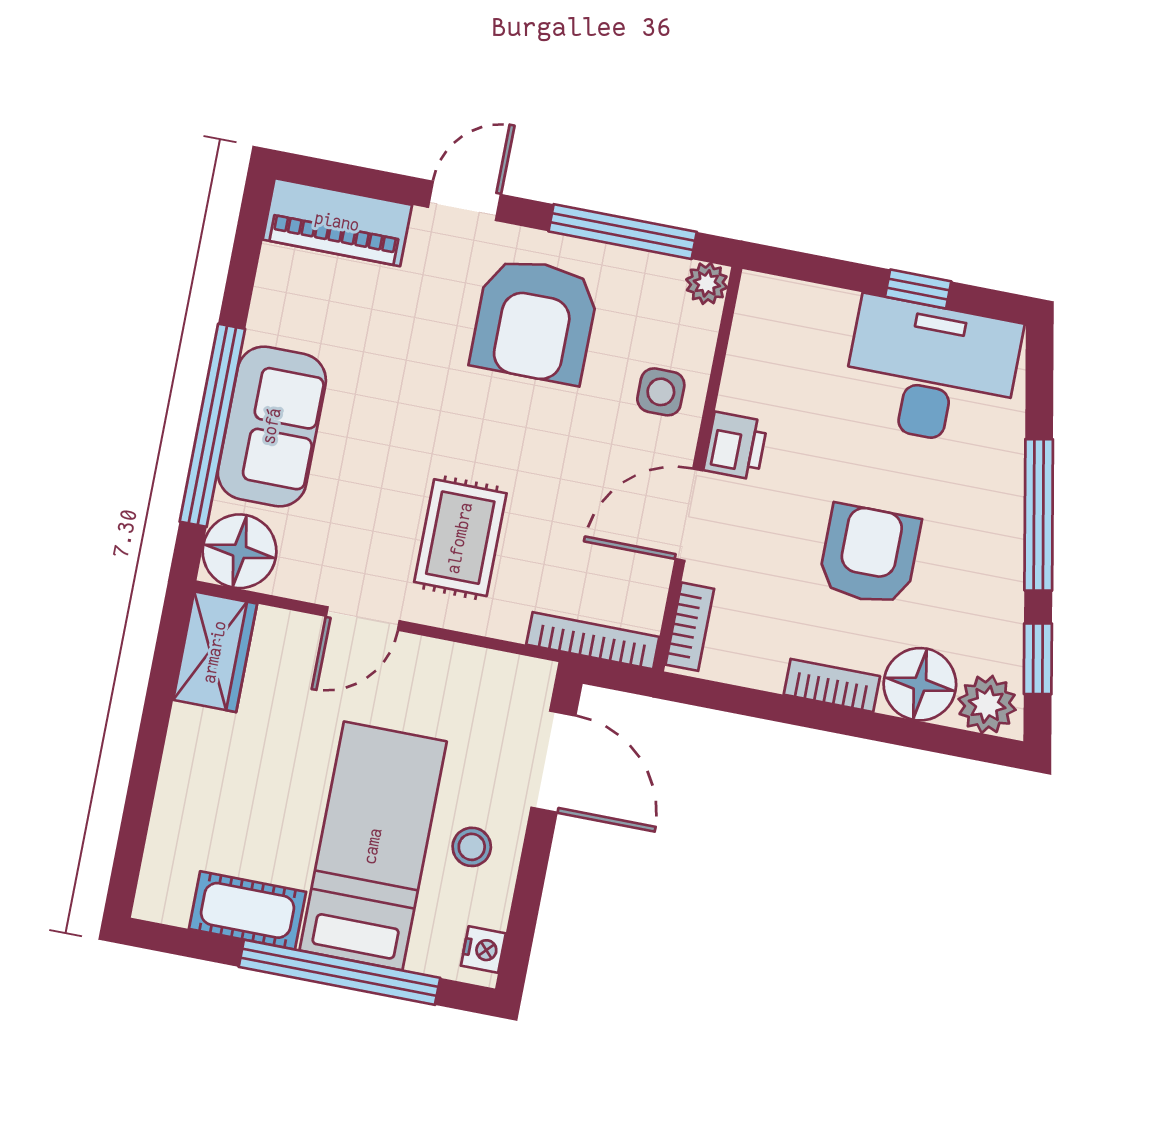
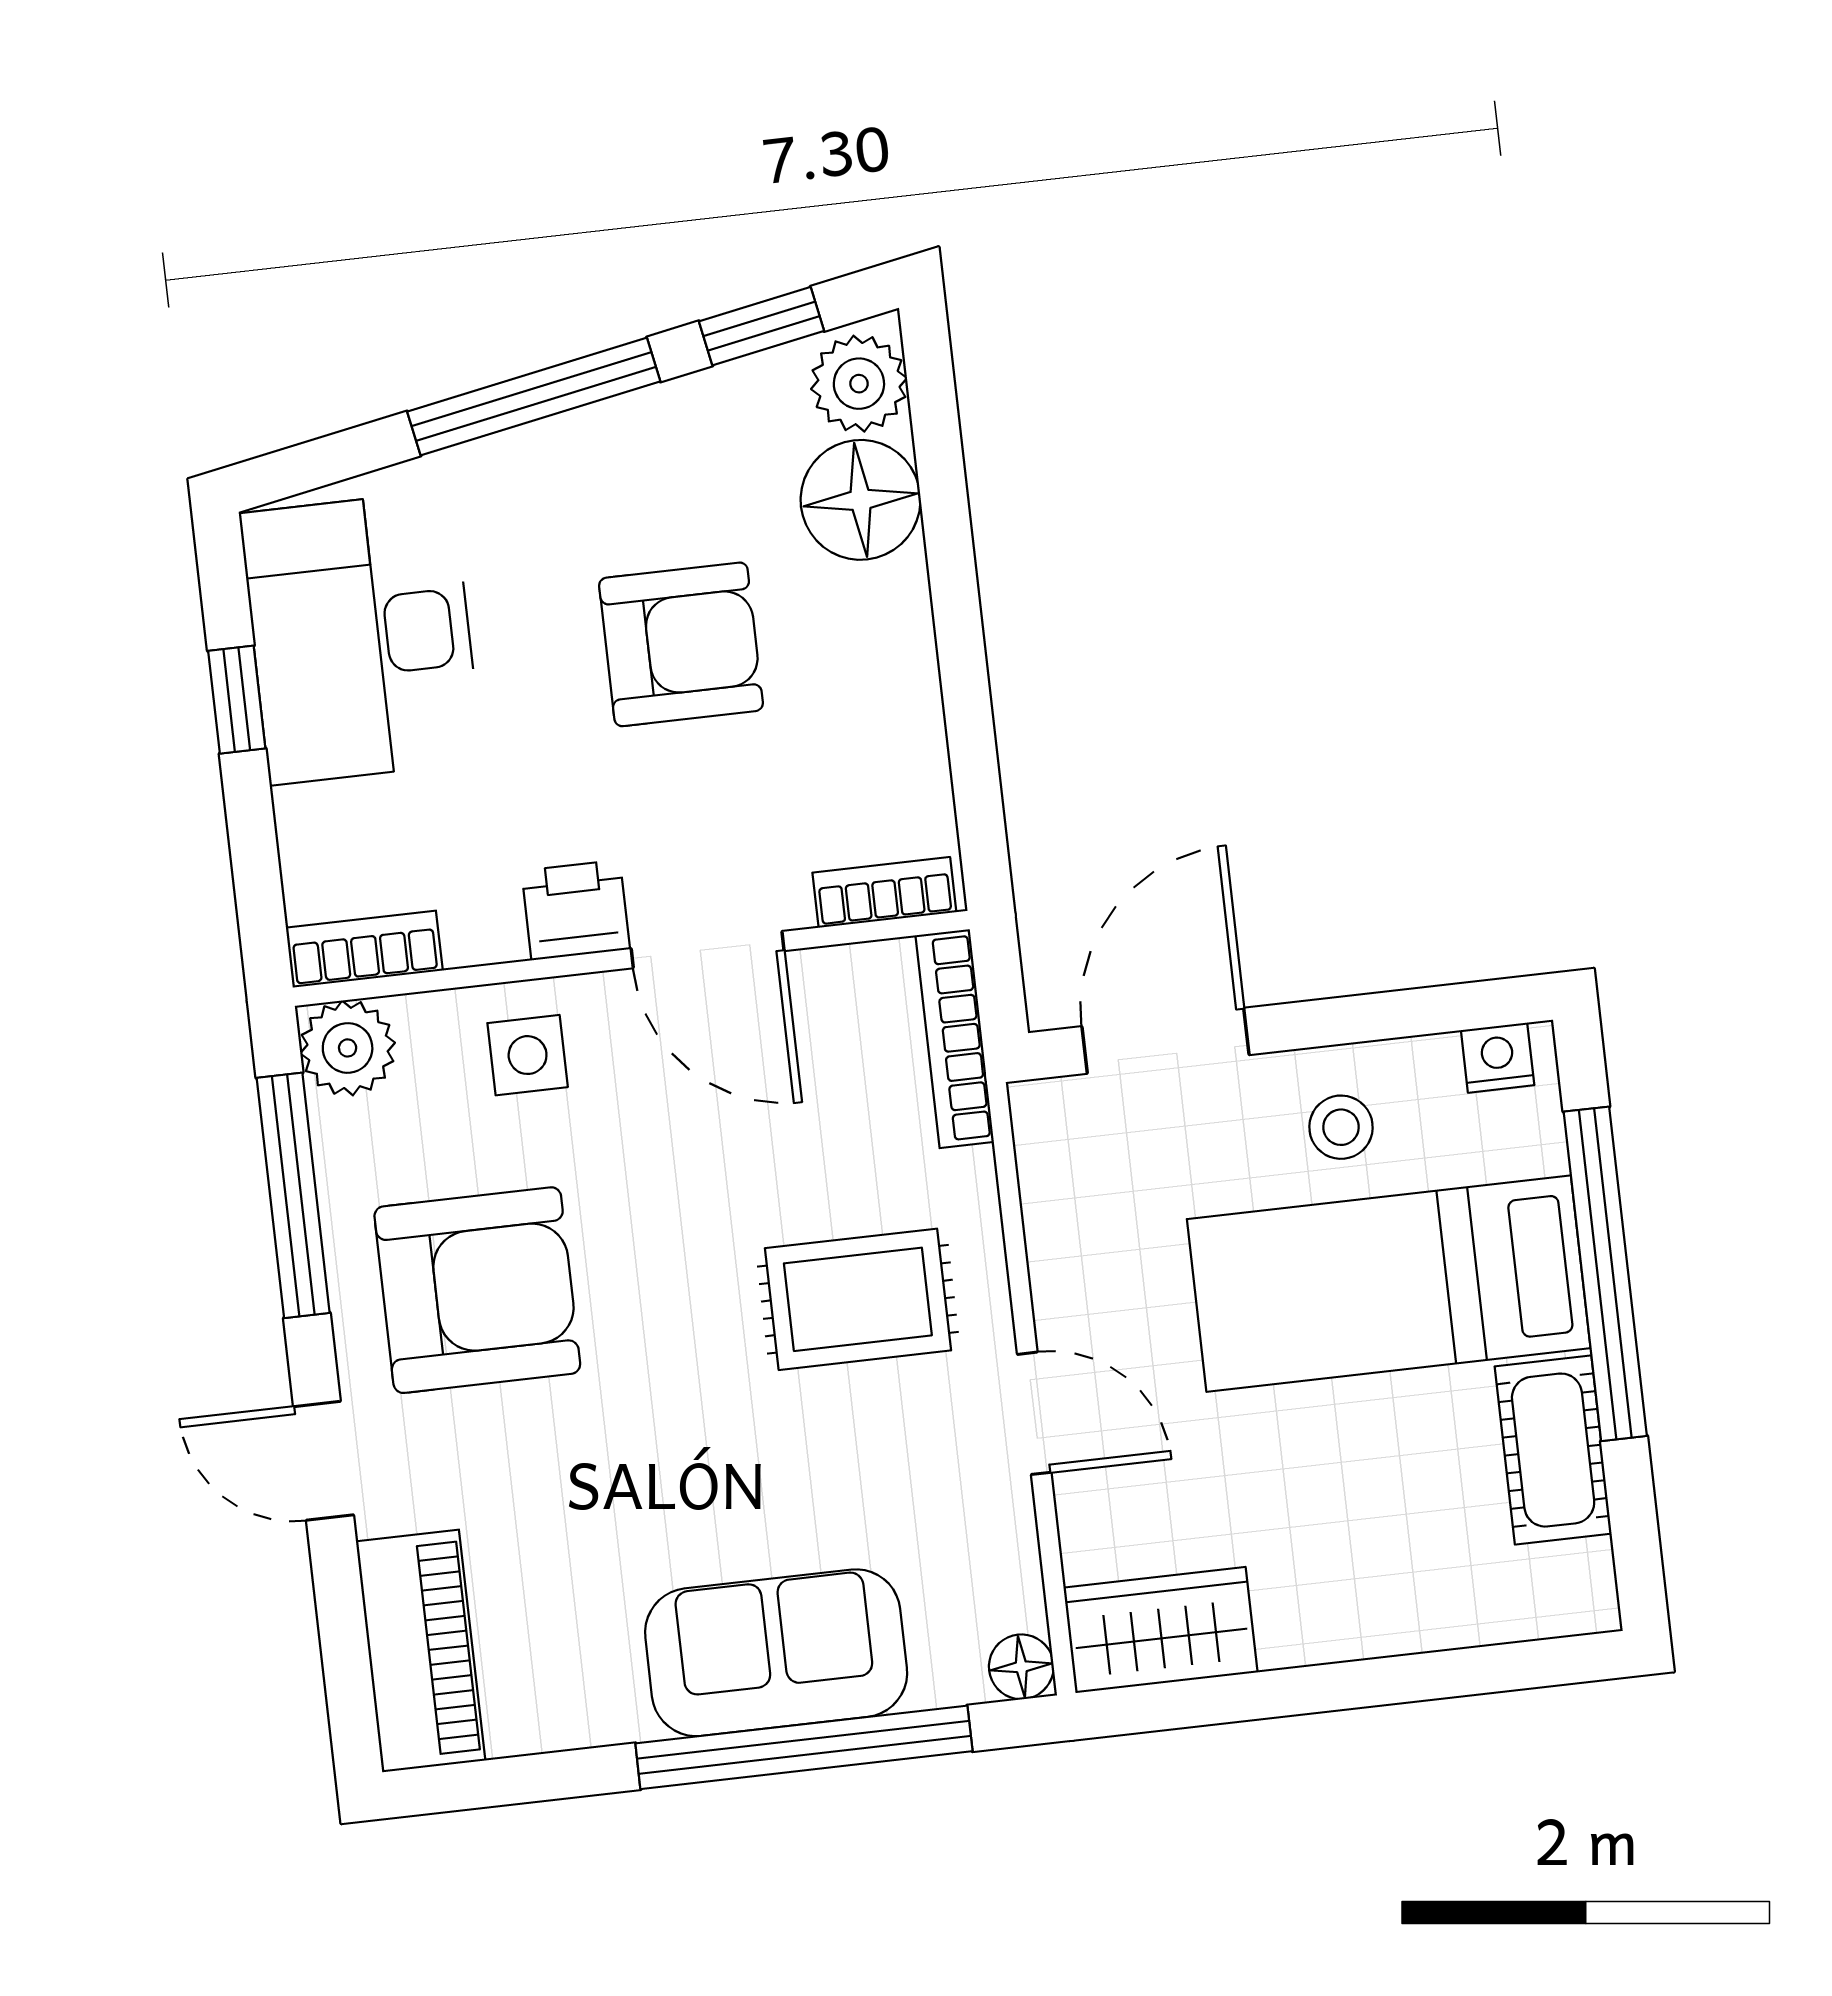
plant: (707, 283) -> (348, 1048), width x1.38, depth x1.38
floor lamp: (240, 551) -> (1021, 1667), width x0.53, depth x0.53
armchair: (869, 555) -> (681, 644), turned 180
bookcase: (832, 685) -> (364, 949), moved, turned 90

